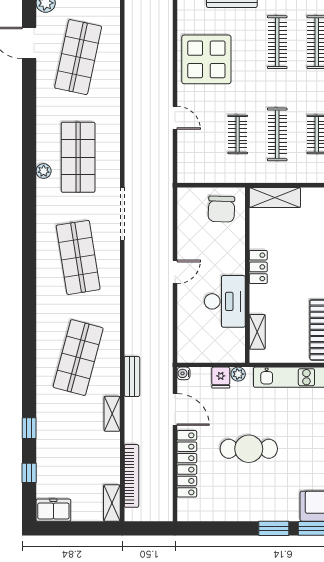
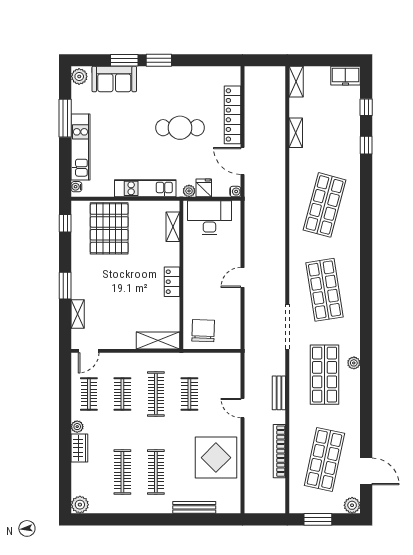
desk: (225, 301) -> (209, 218), moved, turned 90
bench: (132, 376) -> (279, 393), moved
shelving: (112, 414) -> (296, 133), moved
bookcase: (131, 476) -> (279, 451), moved

